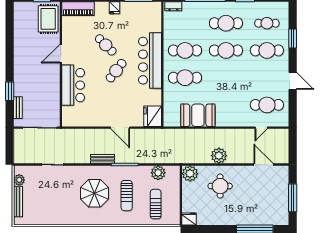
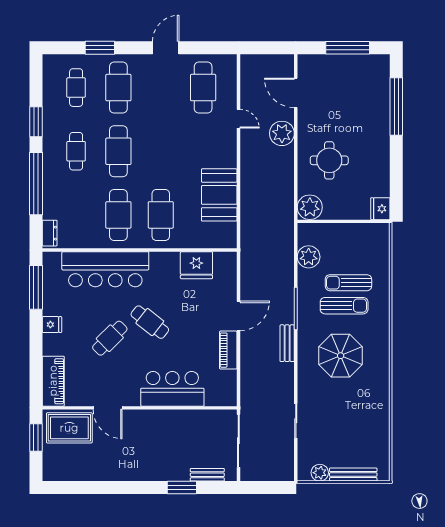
cafe table: (226, 23) -> (76, 151), width x0.73, depth x0.74
door: (61, 54) -> (108, 408), moved
bar counter: (150, 61) -> (105, 269), moved
fridge: (153, 116) -> (196, 265), moved
piano: (98, 121) -> (228, 350), added
door: (261, 128) -> (238, 119), moved
plant: (219, 156) -> (282, 133), moved
door: (264, 165) -> (296, 93), hinge flipped
sun lounger: (156, 204) -> (348, 283), moved

